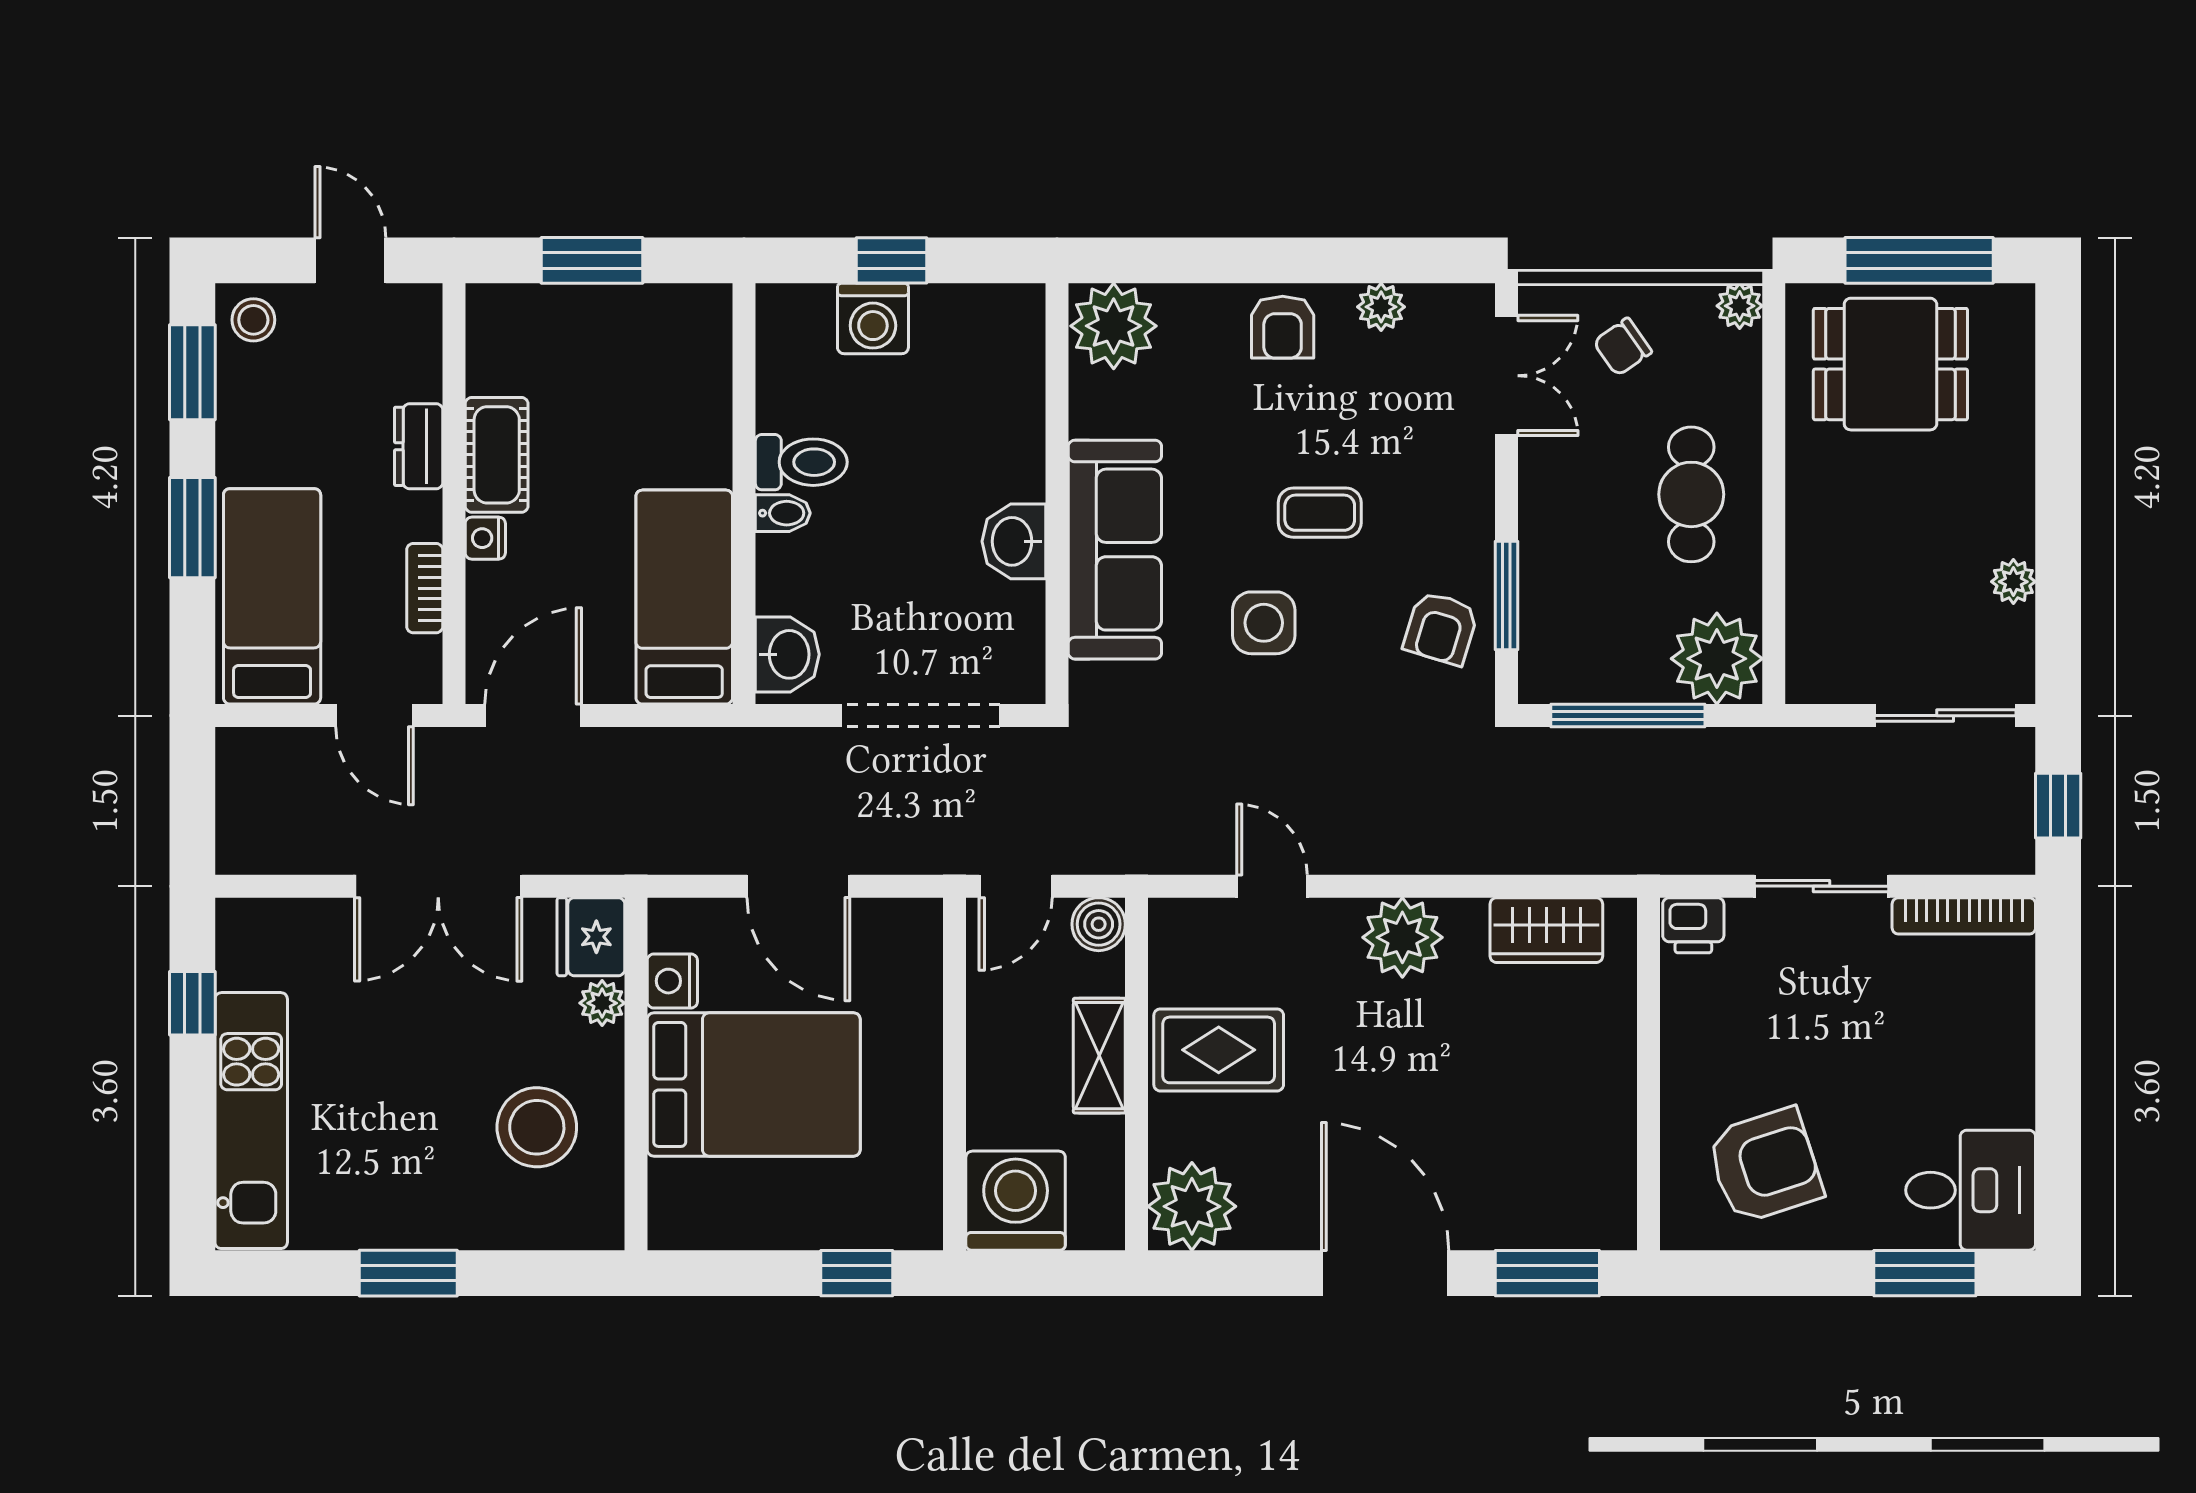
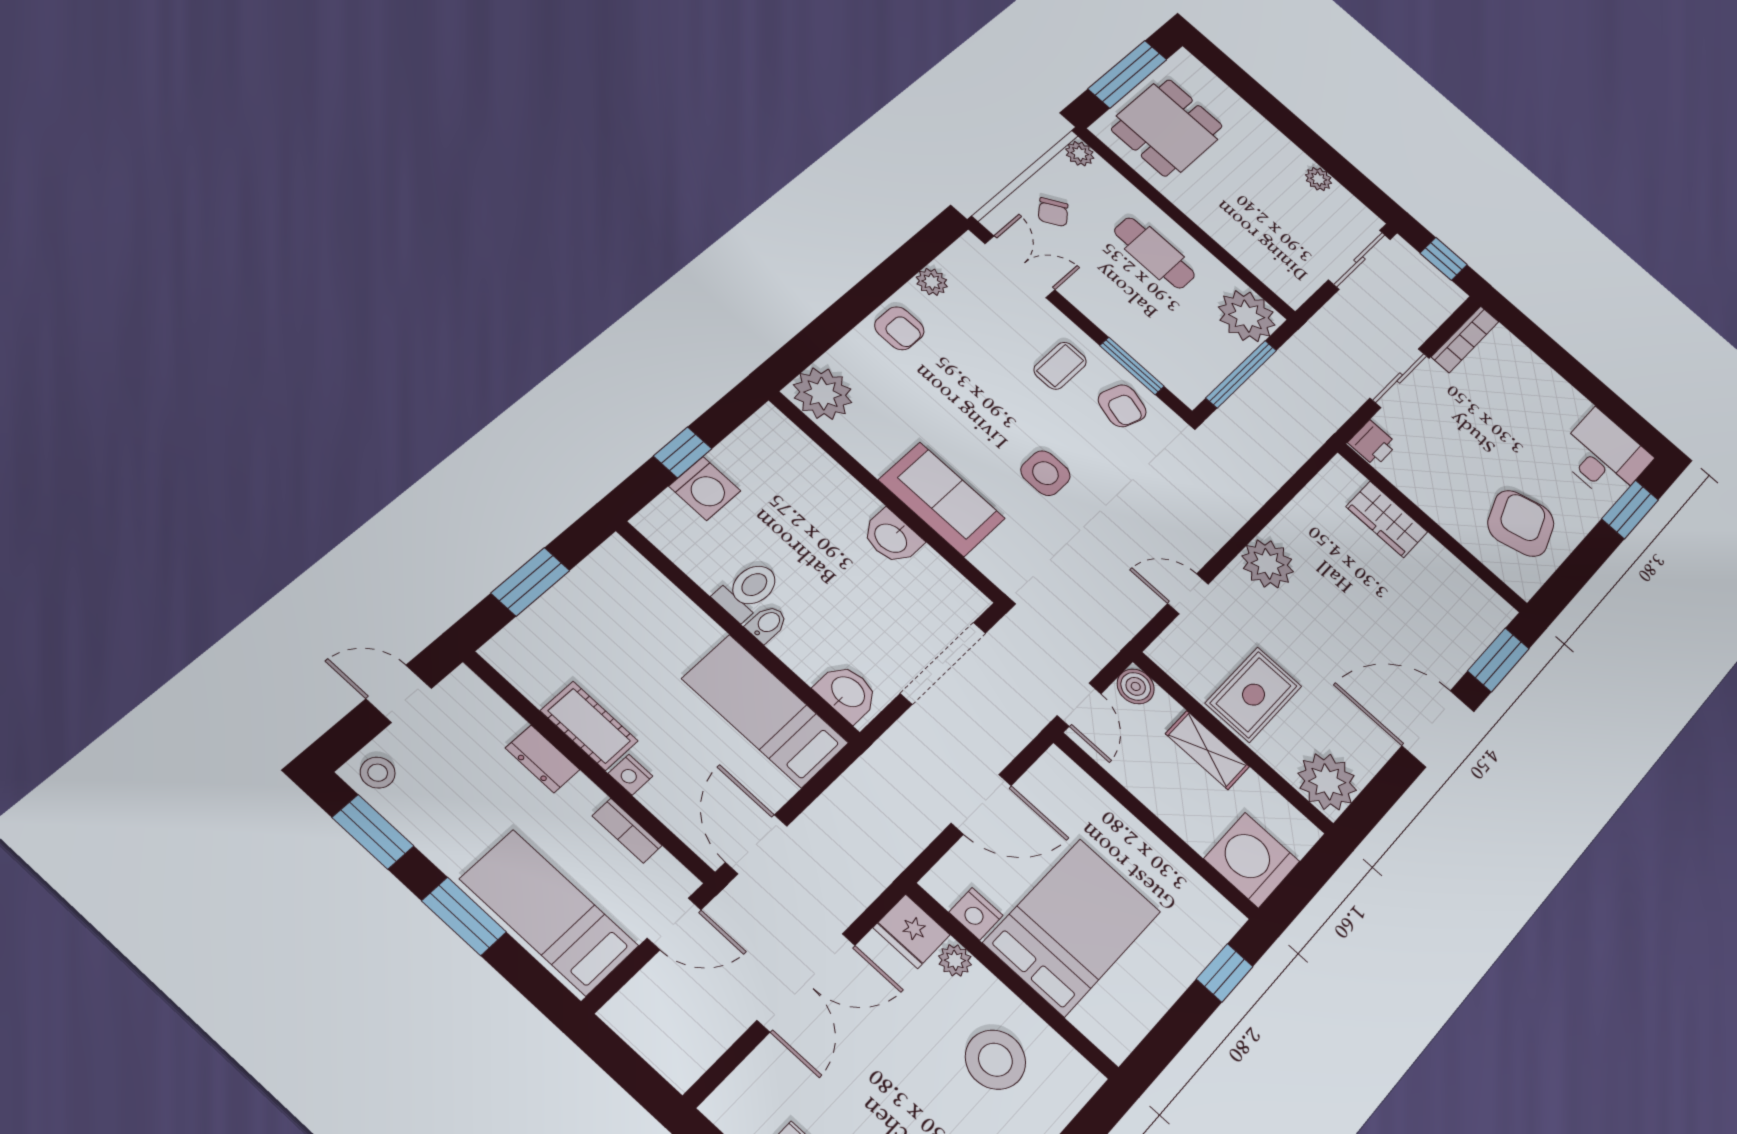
coffee table: (1320, 513) -> (1060, 366), moved
sofa: (1115, 550) -> (942, 499), width x0.73
wardrobe: (1546, 930) -> (1387, 519), moved, turned 90

